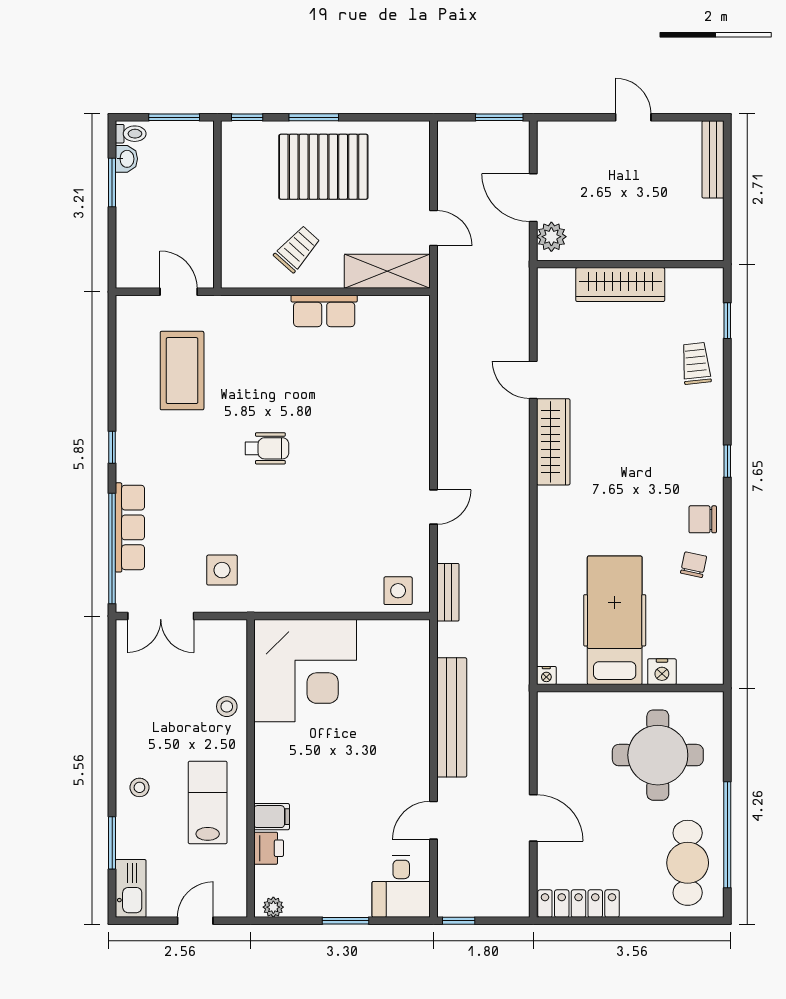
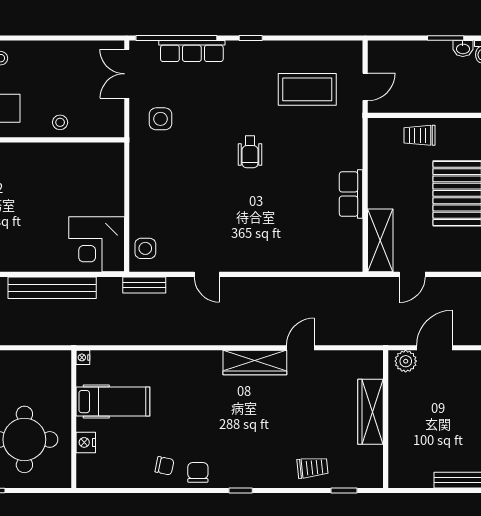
trolley: (297, 249) -> (420, 135), moved, turned 138
hospital bed: (615, 620) -> (113, 402), width x0.73, depth x0.78
corner desk: (305, 671) -> (97, 244), moved, width x0.74, depth x0.74

